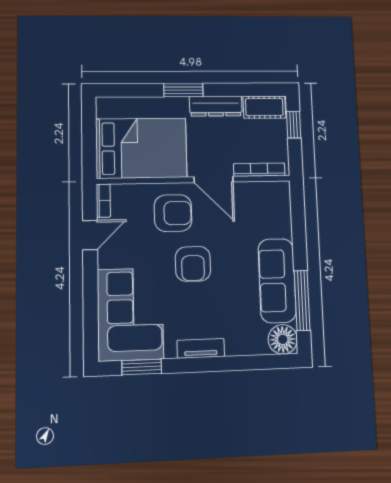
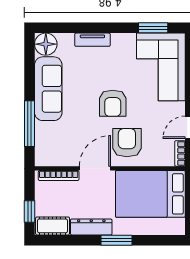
door: (214, 179) -> (95, 168), hinge flipped
armchair: (173, 213) -> (127, 143), turned 90
armchair: (193, 264) -> (113, 103), turned 180
window: (302, 300) -> (29, 124), moved
tv unit: (201, 348) -> (92, 40), moved

